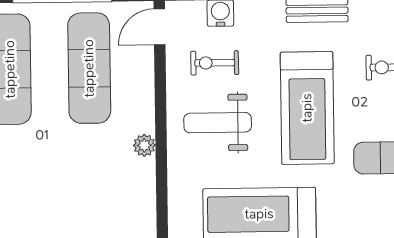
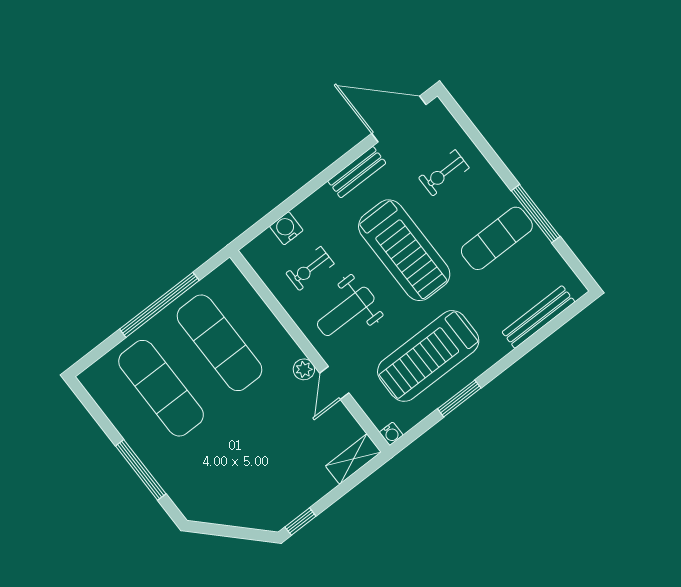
door: (160, 27) -> (334, 383), moved

